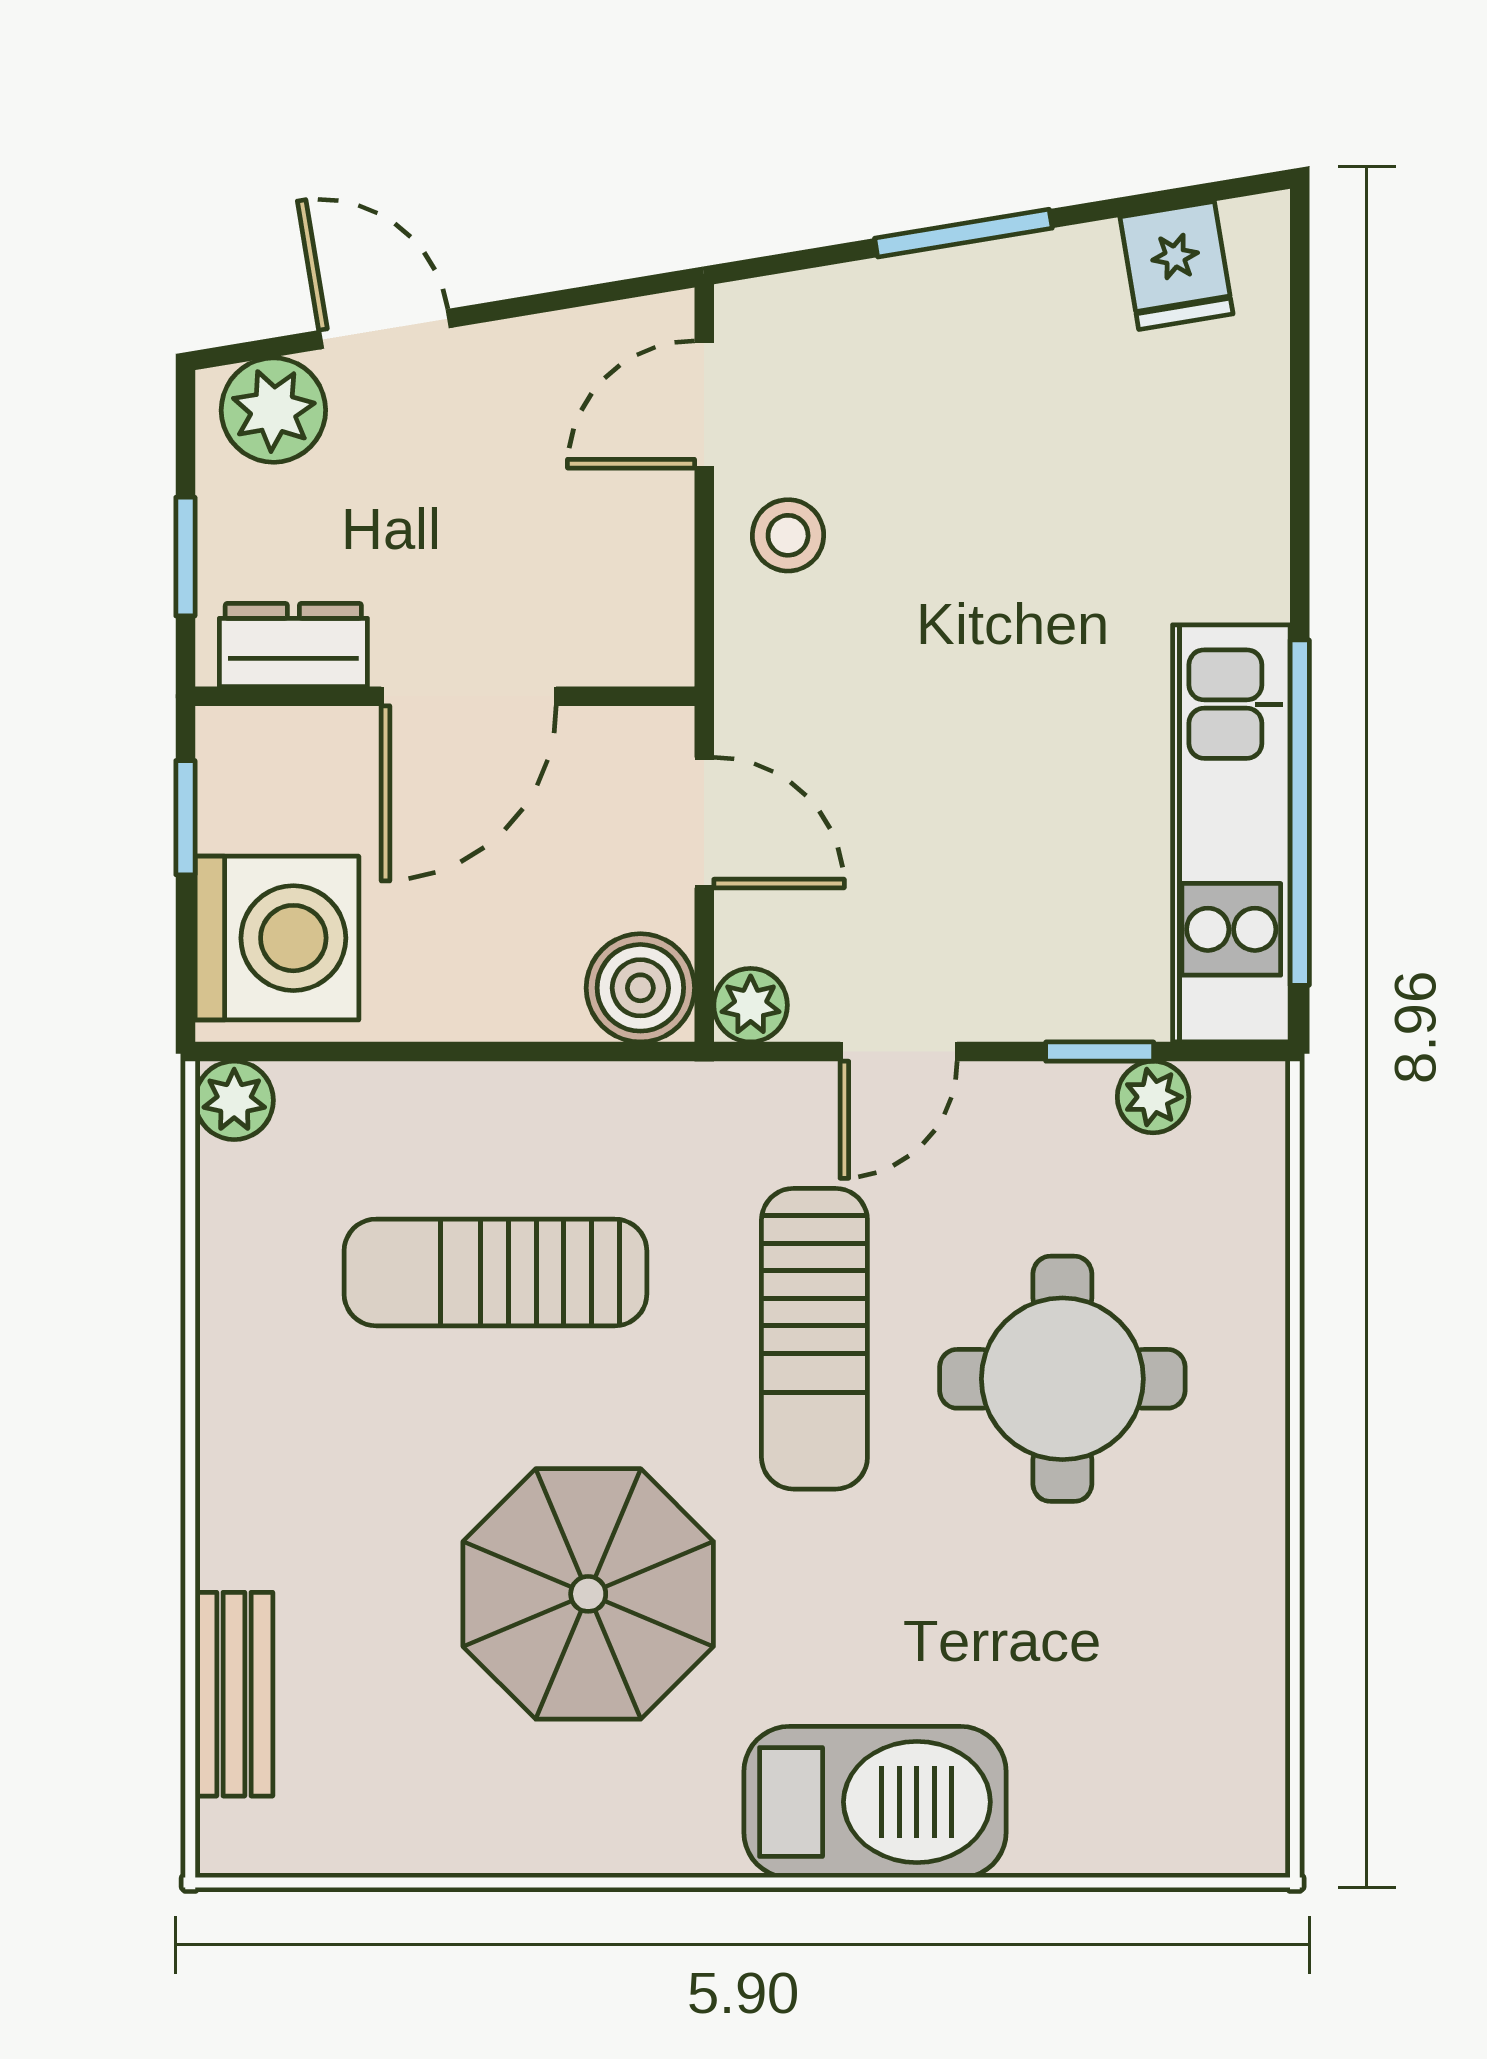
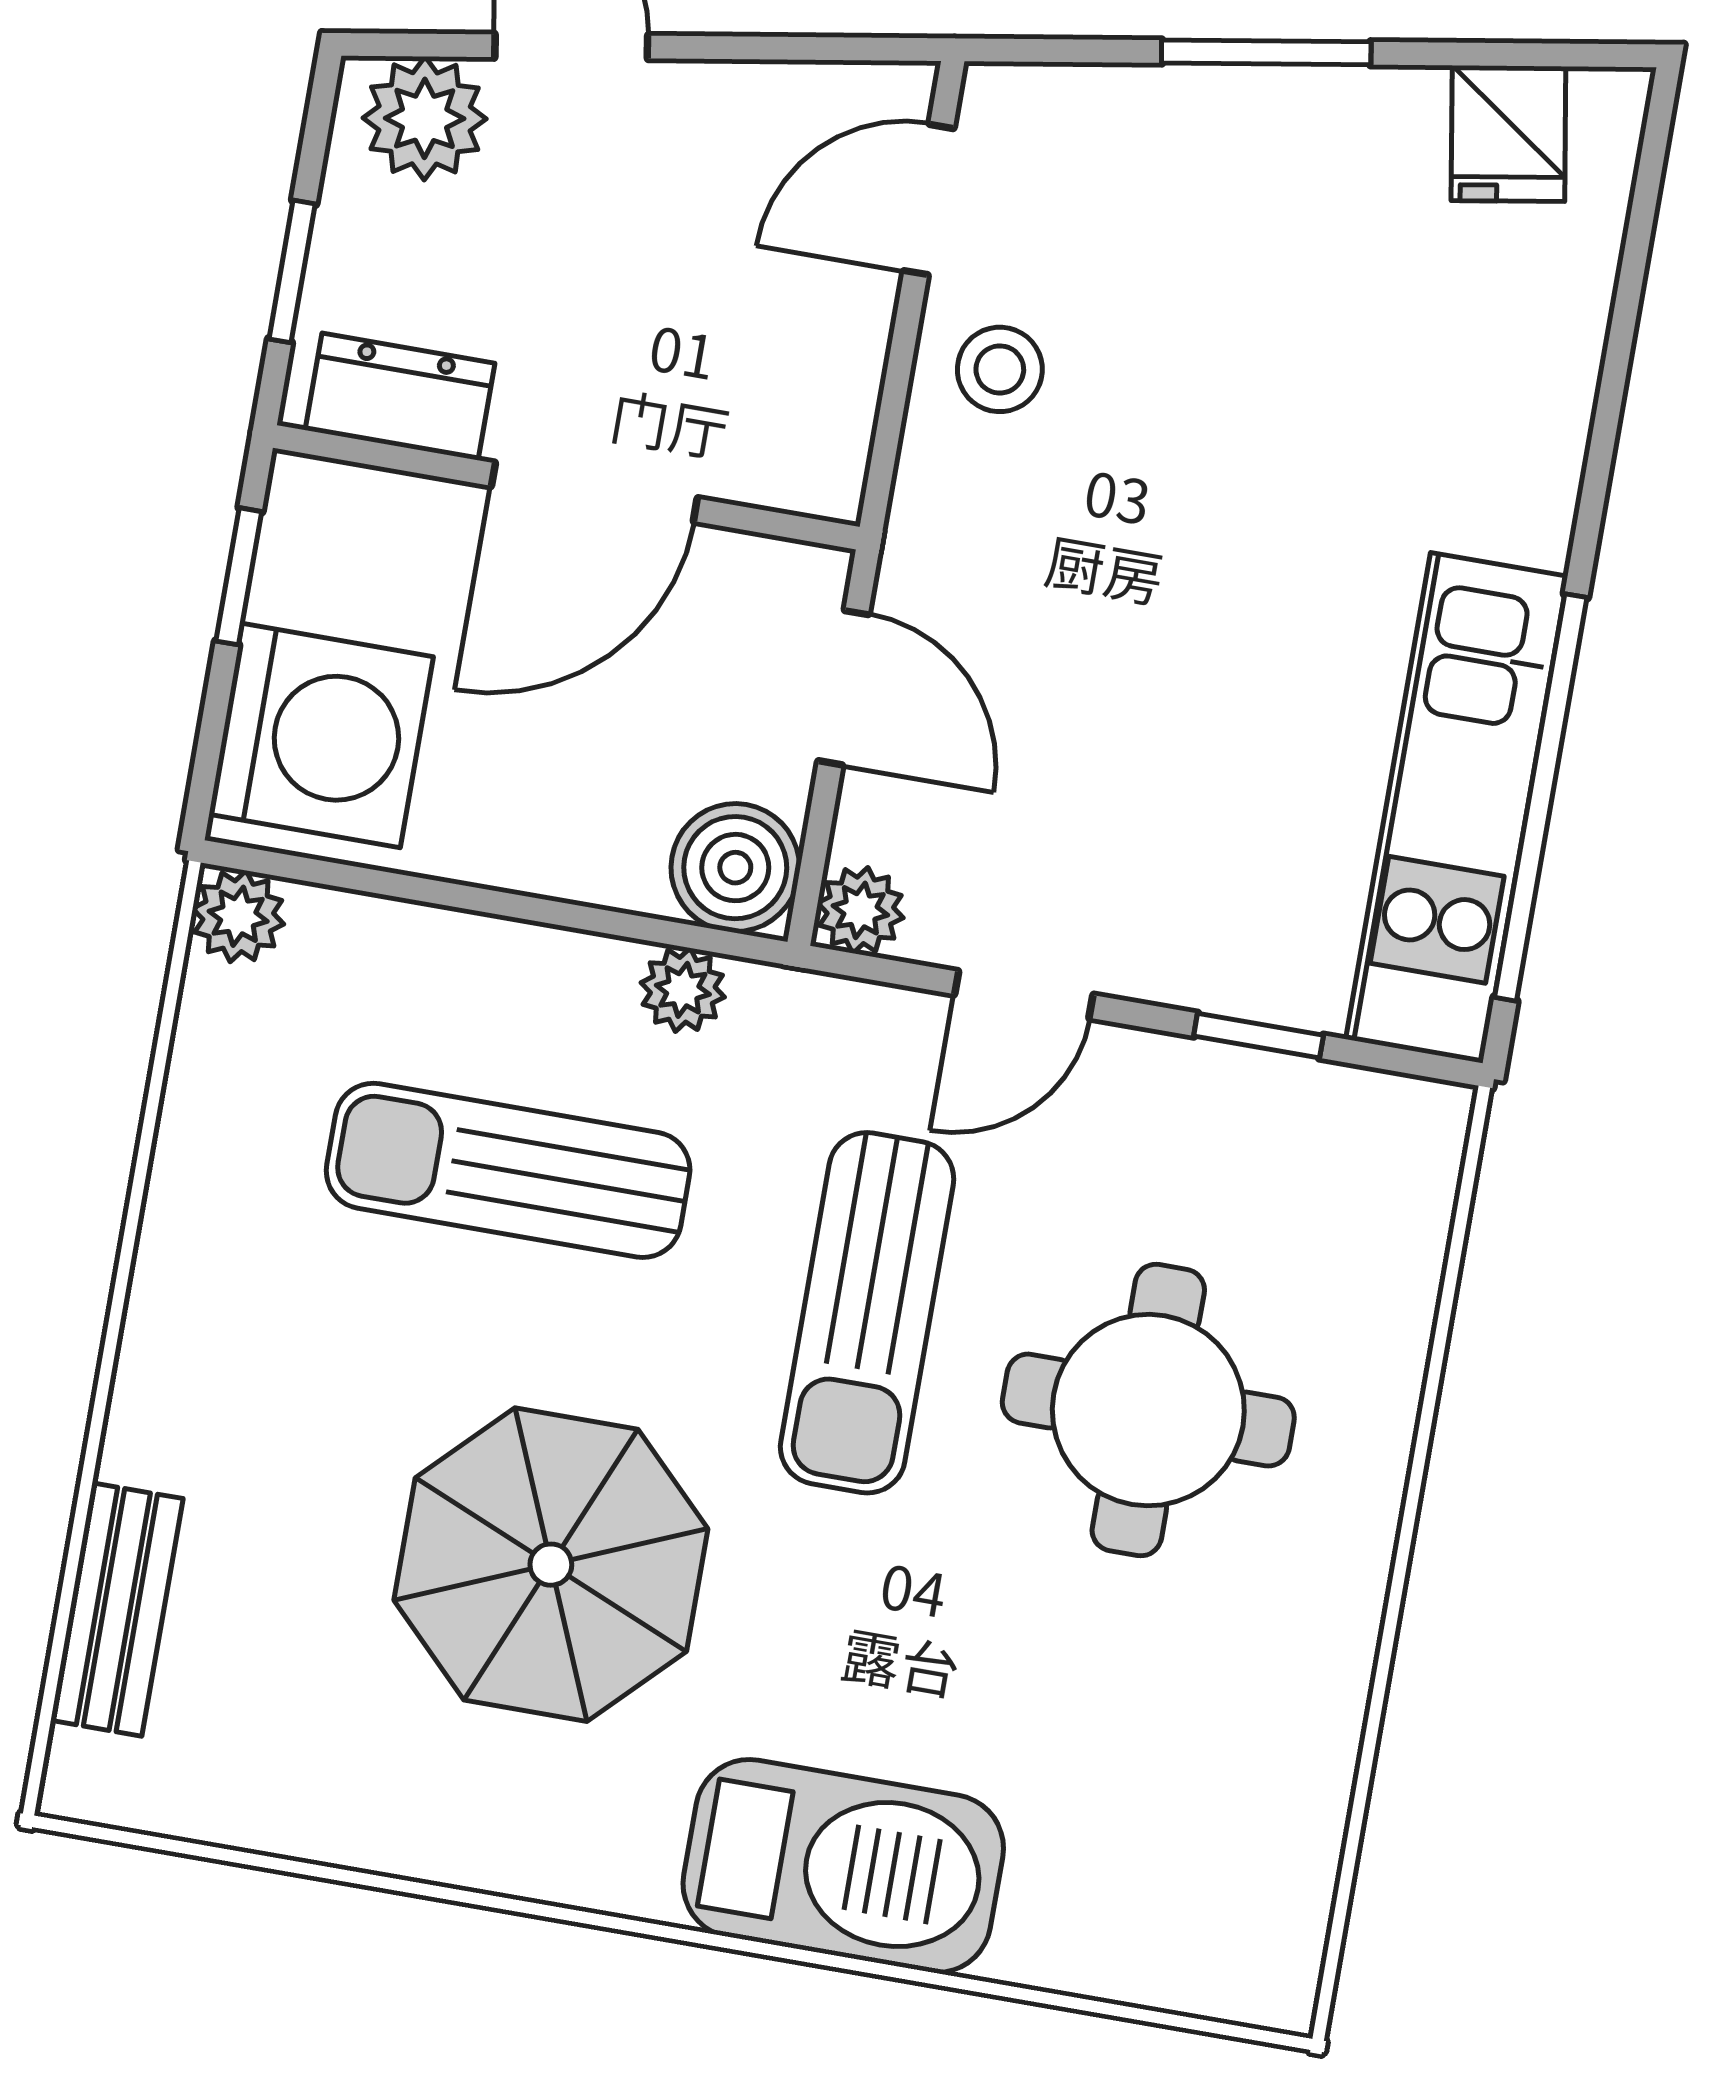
plant: (1153, 1097) -> (683, 990), moved

